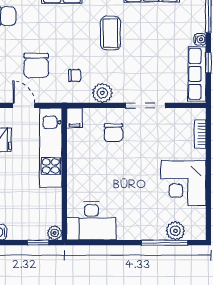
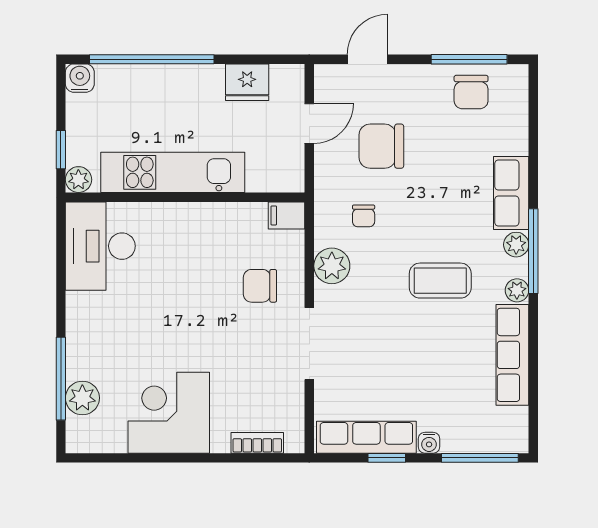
kitchen unit: (51, 148) -> (173, 172), moved

